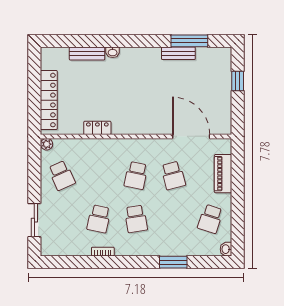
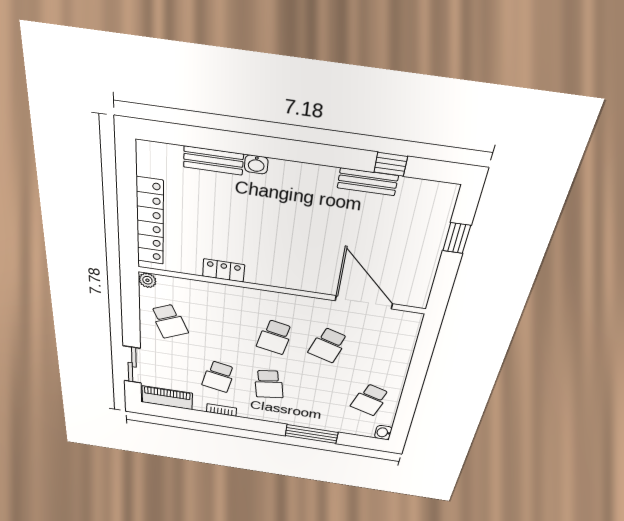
window: (189, 41) -> (391, 164), width x0.46
piano: (223, 174) -> (167, 398), moved, turned 90
school desk: (173, 175) -> (328, 345), turned 33
window: (173, 262) -> (312, 434), width x1.44

